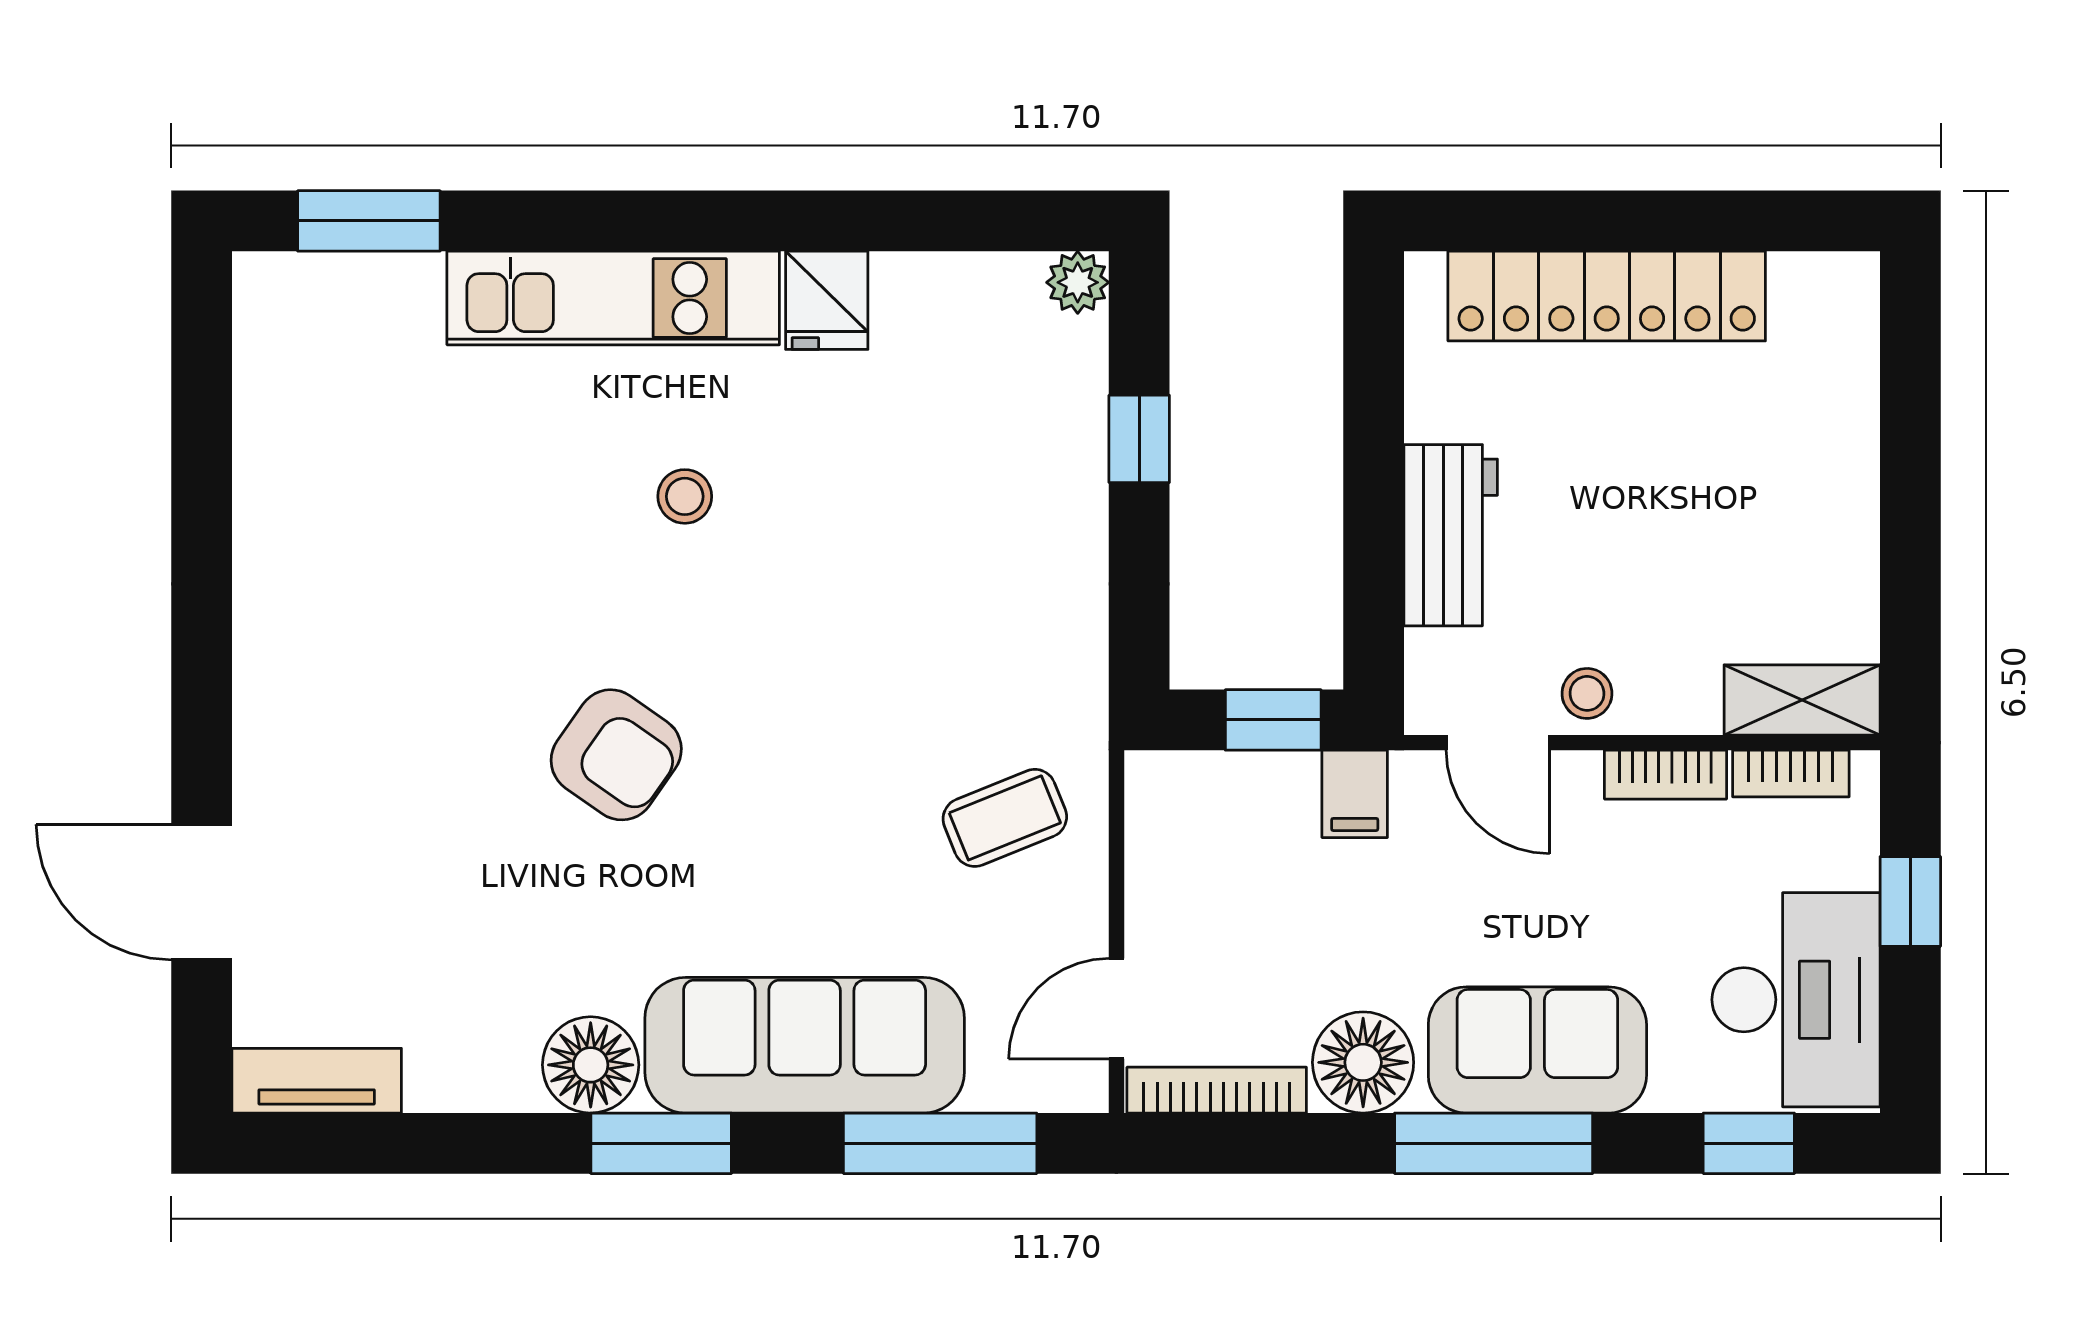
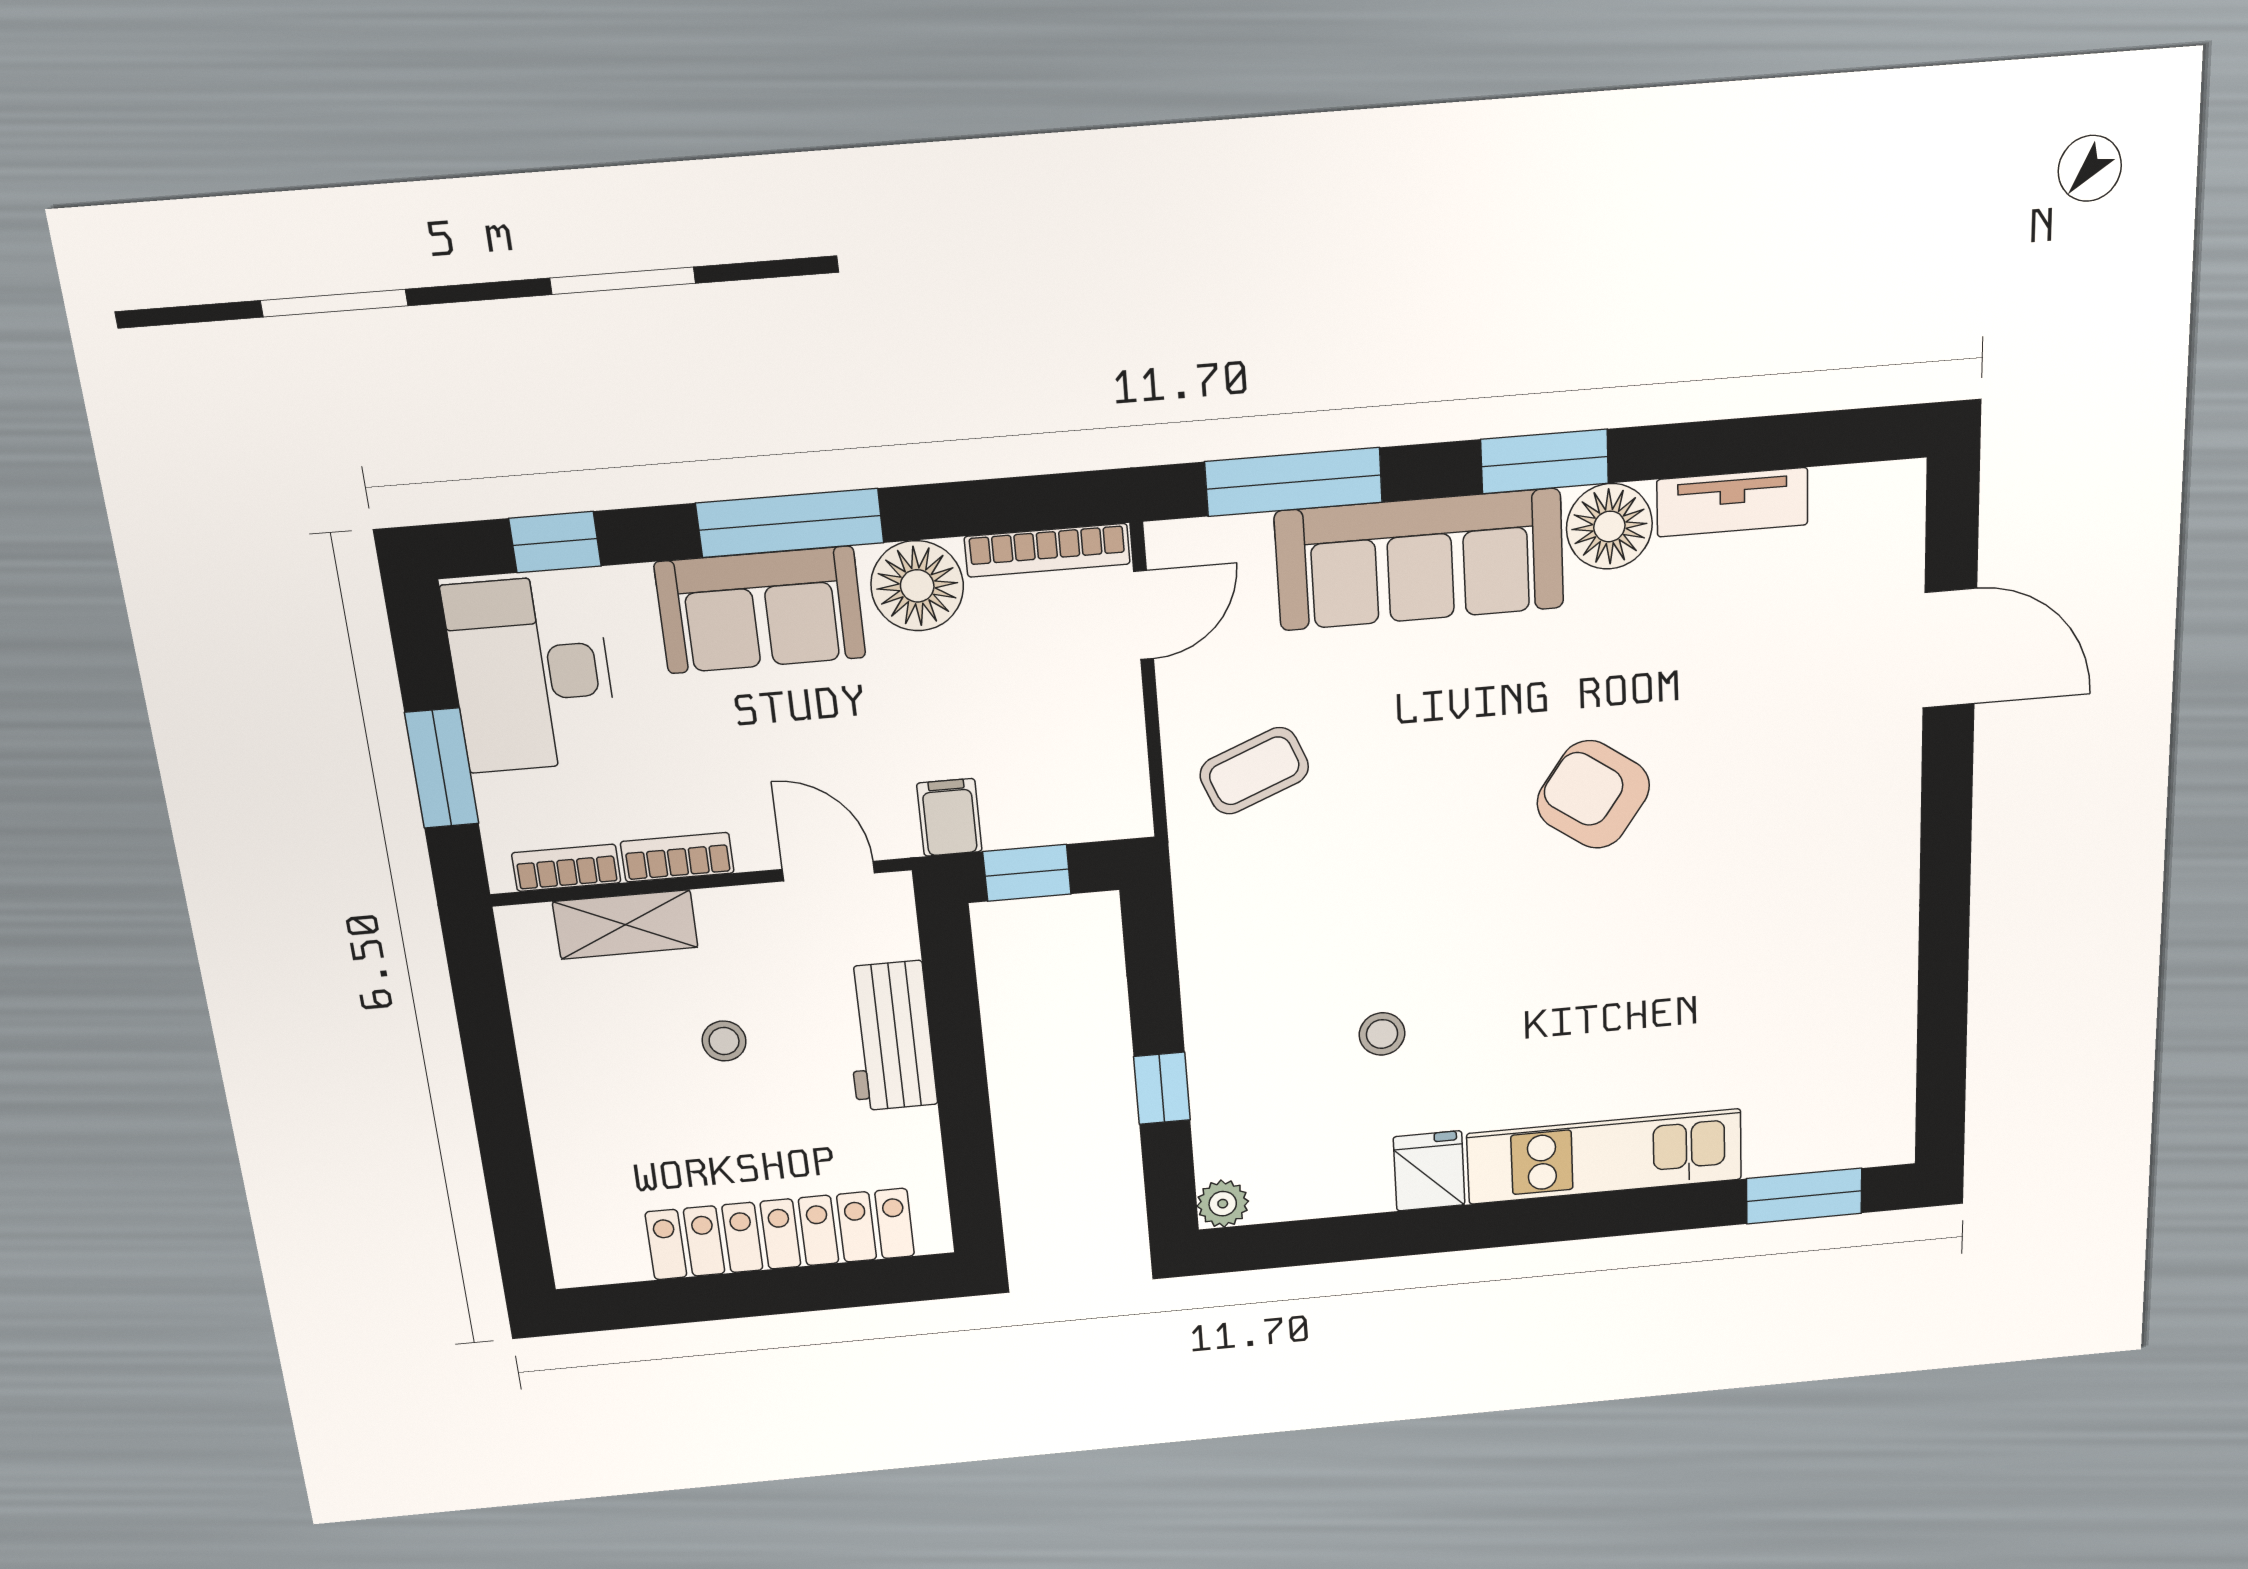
stool: (685, 496) -> (1382, 1034), moved
stool: (1587, 693) -> (724, 1041), moved
shelving: (1802, 700) -> (625, 925), moved
window: (1910, 901) -> (442, 768), width x1.50
tv unit: (317, 1081) -> (1732, 502), moved

